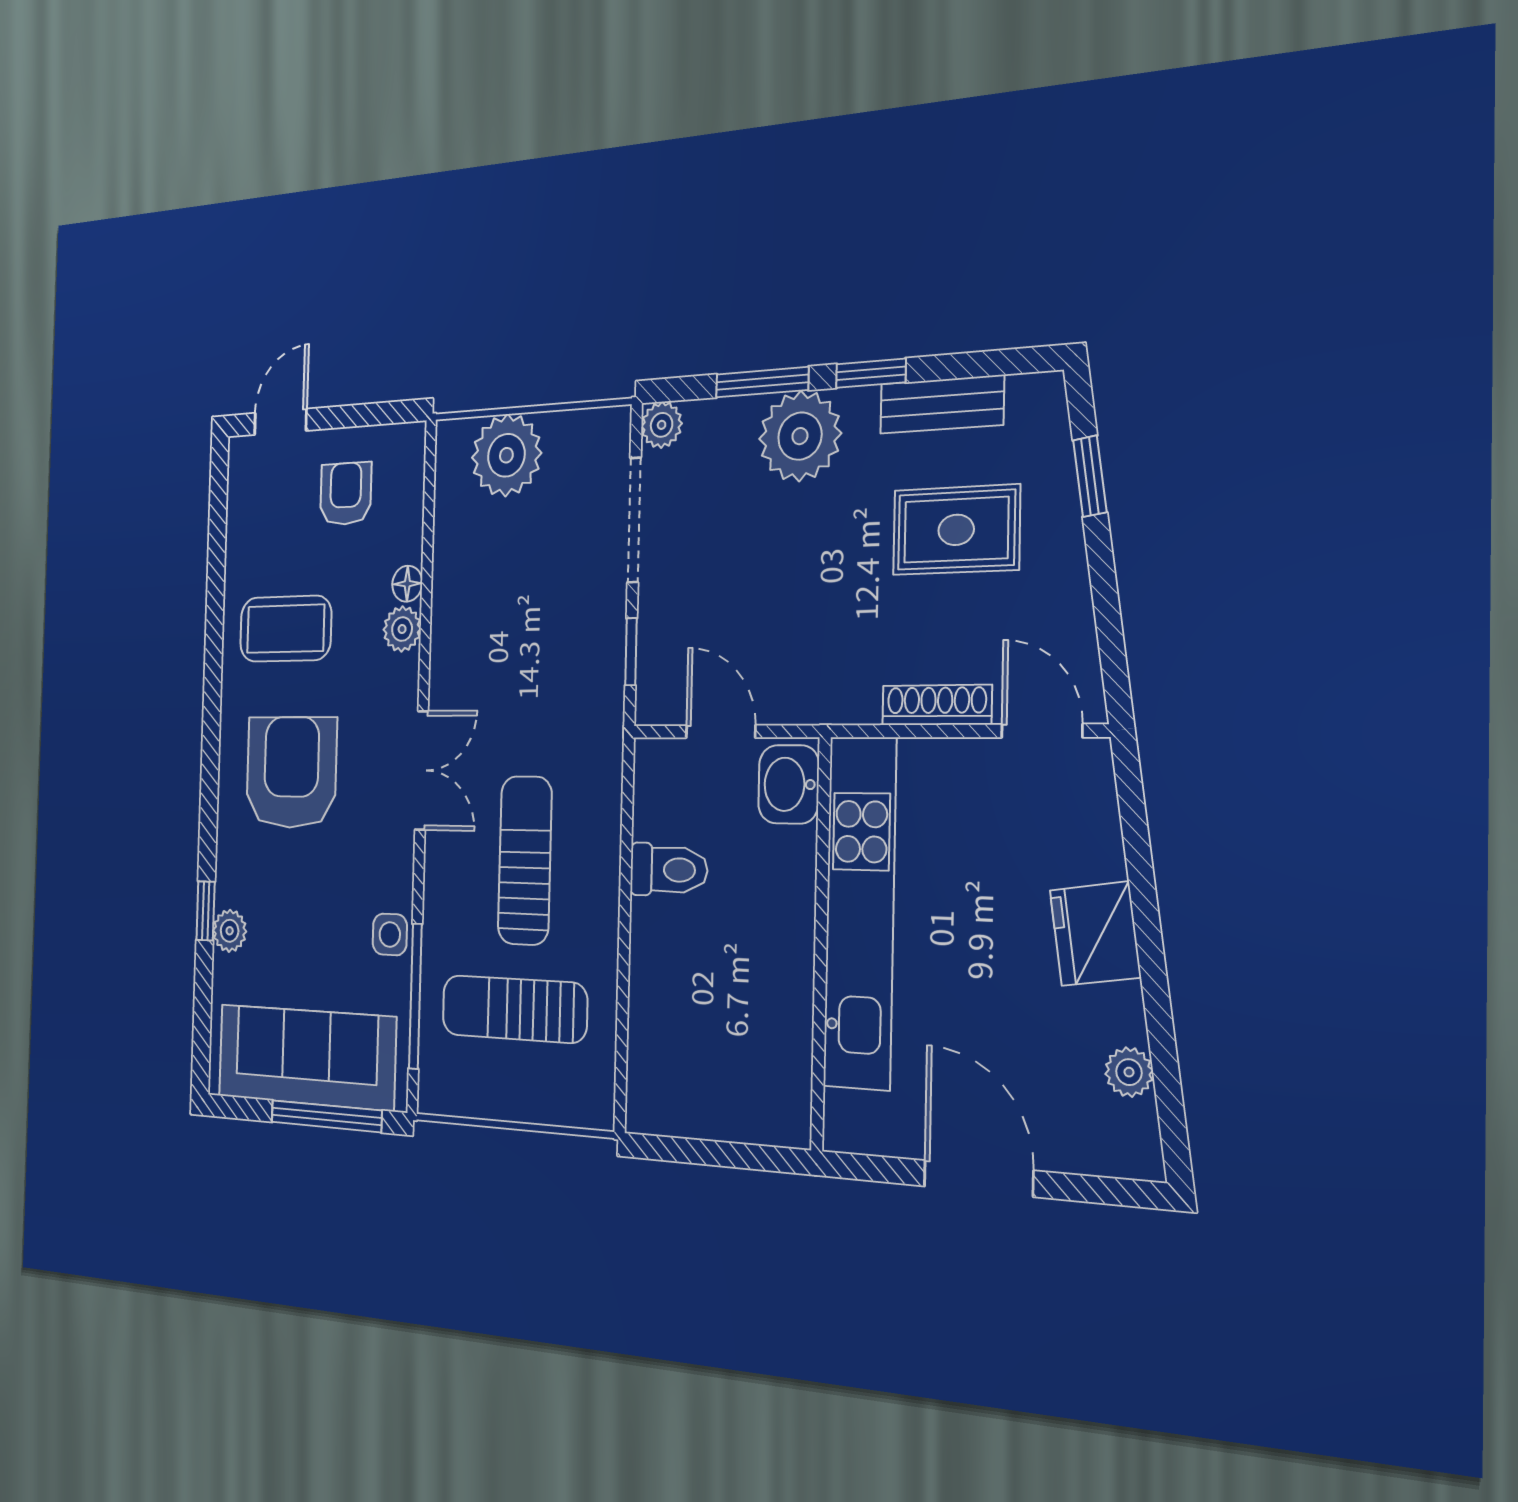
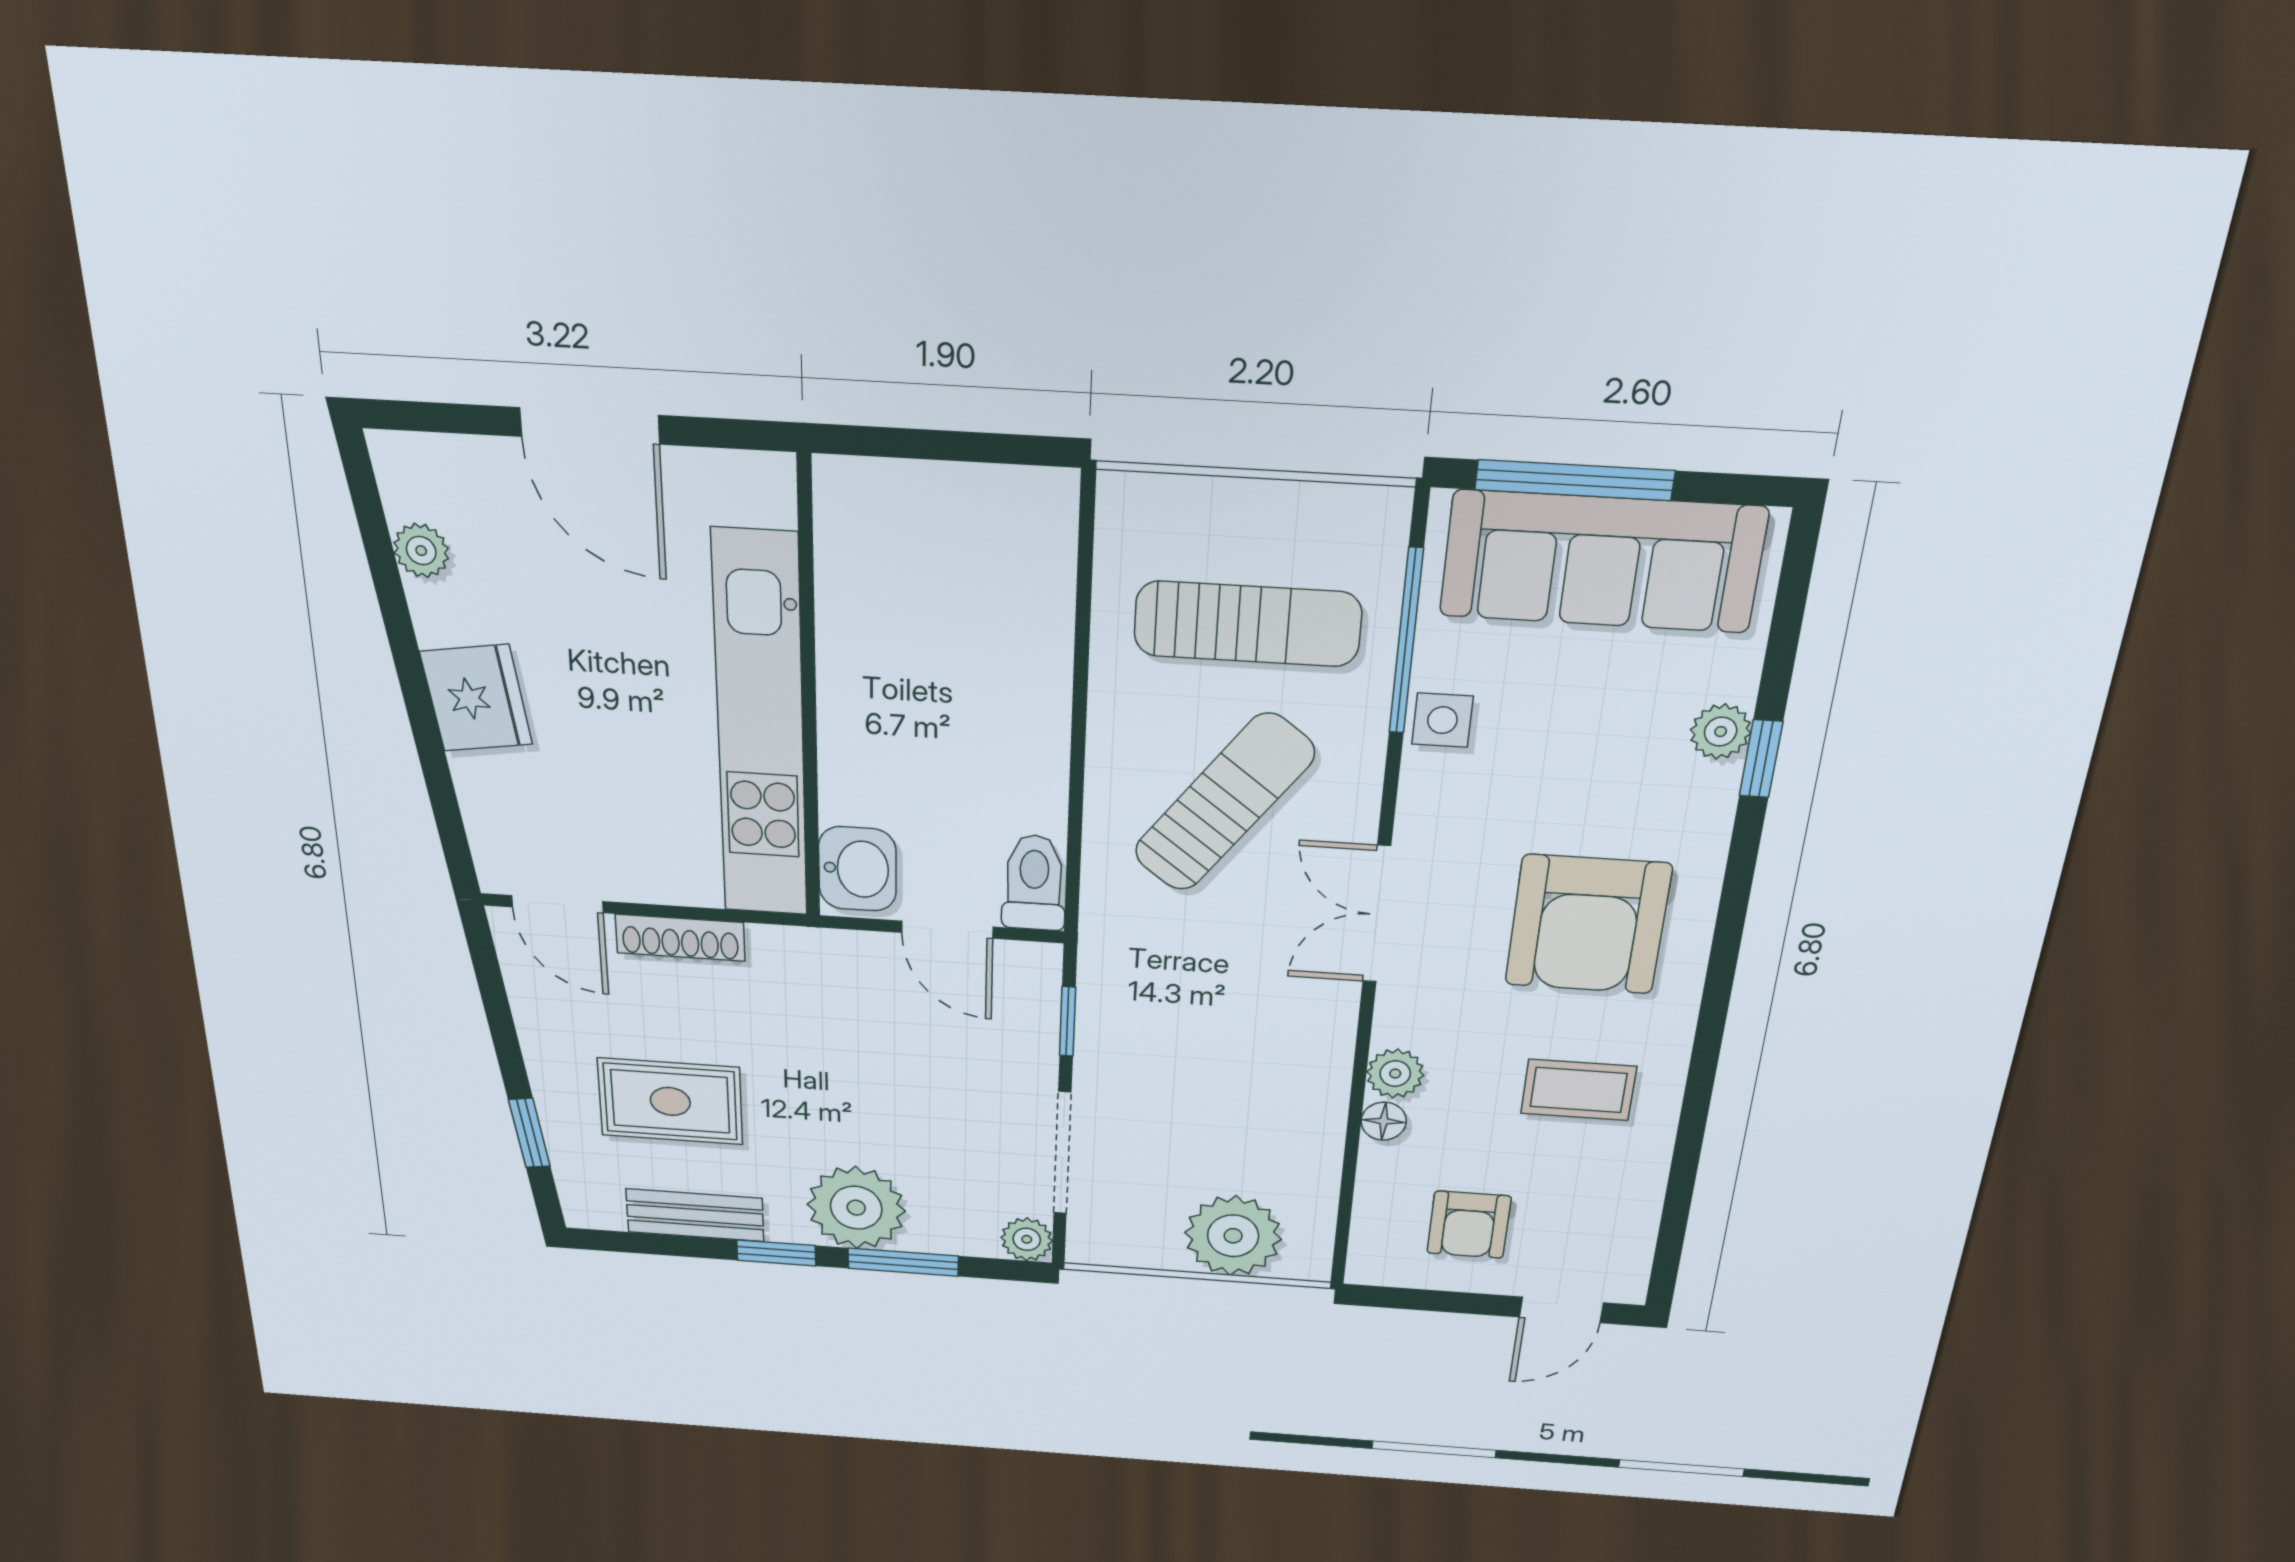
coffee table: (286, 629) -> (1579, 1090), width x0.73, depth x0.77
sun lounger: (525, 860) -> (1224, 803), turned -143
toilet: (669, 870) -> (1034, 883), moved, turned 90

